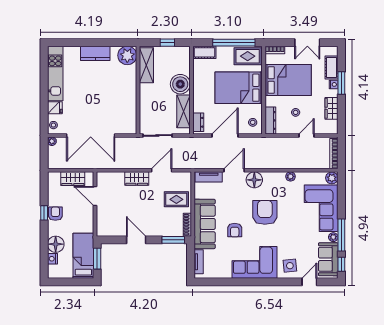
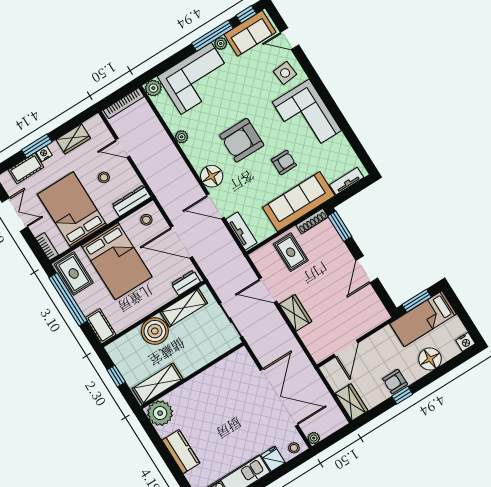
wardrobe: (73, 179) -> (352, 402), moved
nightstand: (52, 259) -> (465, 342), moved

